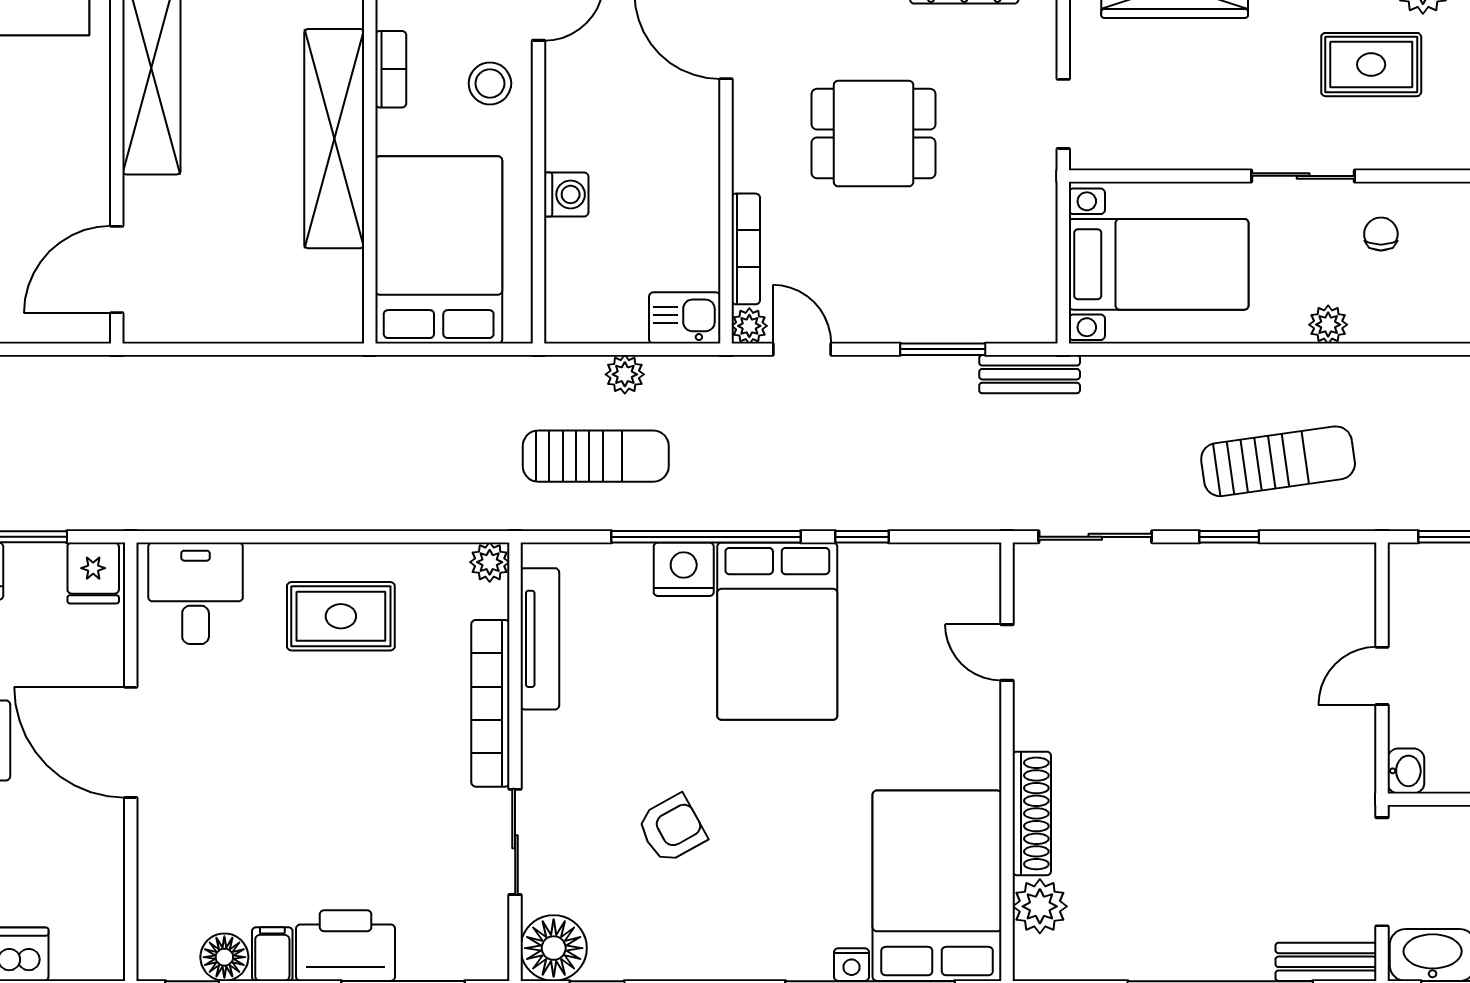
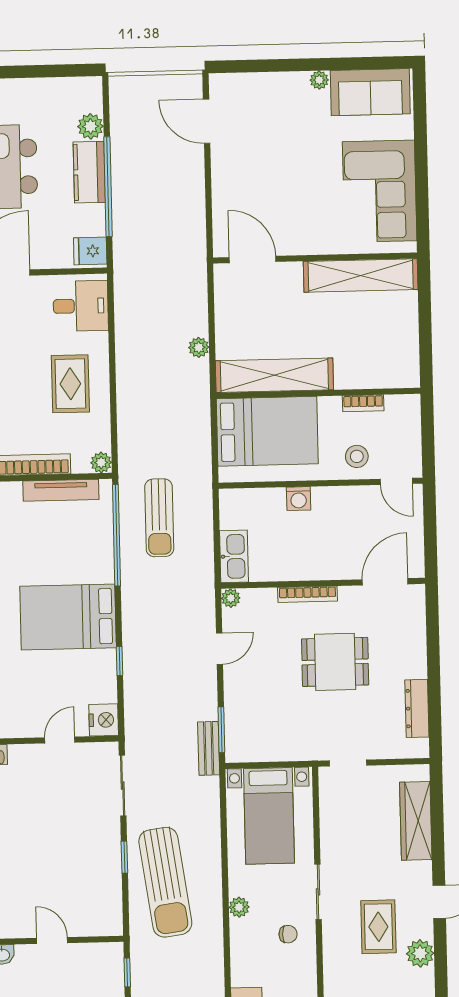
dining table: (874, 134) -> (335, 662), turned 90
shelving: (334, 139) -> (274, 375), moved
bookcase: (746, 249) -> (307, 594), moved
kitchen sink: (685, 318) -> (234, 556), width x1.38
door: (802, 349) -> (219, 649), moved
window: (943, 349) -> (221, 730), moved
plant: (625, 374) -> (199, 347), moved
sun lounger: (1278, 461) -> (165, 882), width x1.36, depth x1.34
window: (706, 537) -> (117, 535), moved
nightstand: (684, 569) -> (104, 720), moved

